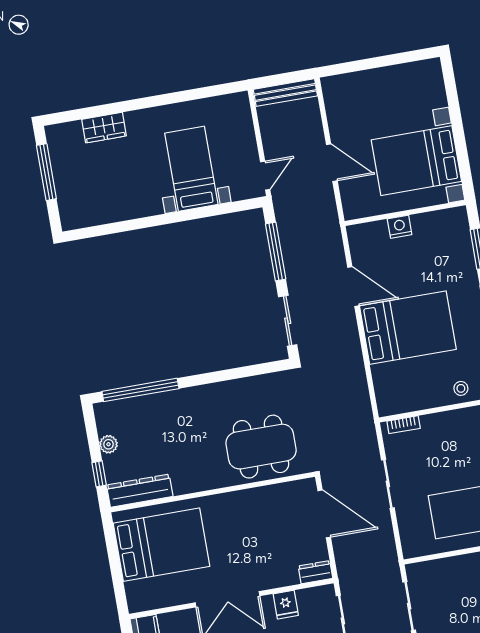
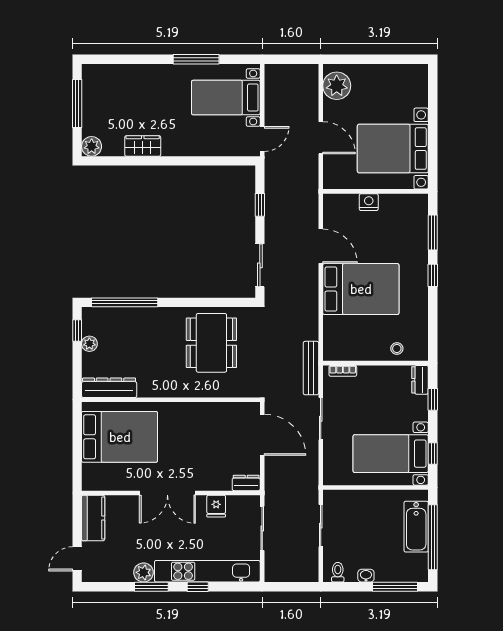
bench: (285, 93) -> (311, 368), moved, turned 90
window: (174, 98) -> (196, 59), added
plant: (340, 100) -> (337, 86), added
wardrobe: (104, 128) -> (143, 146), moved, turned 180
bed with nightstands: (191, 169) -> (226, 98), moved, turned -90
plant: (72, 218) -> (92, 146), added
window: (276, 251) -> (260, 205), width x0.46
dining table: (261, 447) -> (211, 343), moved, turned 90
window: (99, 474) -> (77, 331), moved

